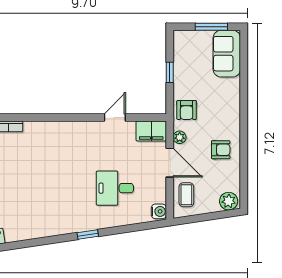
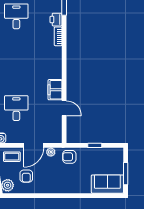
filing cabinet: (151, 131) -> (55, 90), moved
armchair: (221, 150) -> (26, 176), moved

